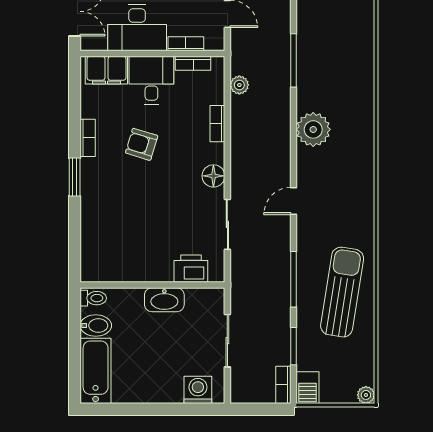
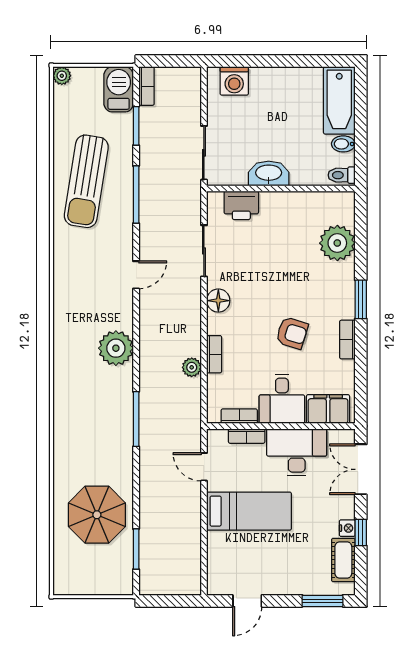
plant: (239, 85) -> (192, 367), moved
plant: (97, 232) -> (337, 243), added
bidet: (96, 326) -> (343, 144), width x0.72, depth x0.74
sliding door: (227, 341) -> (204, 153), moved
barbecue: (308, 388) -> (119, 89), width x1.38, depth x1.27

